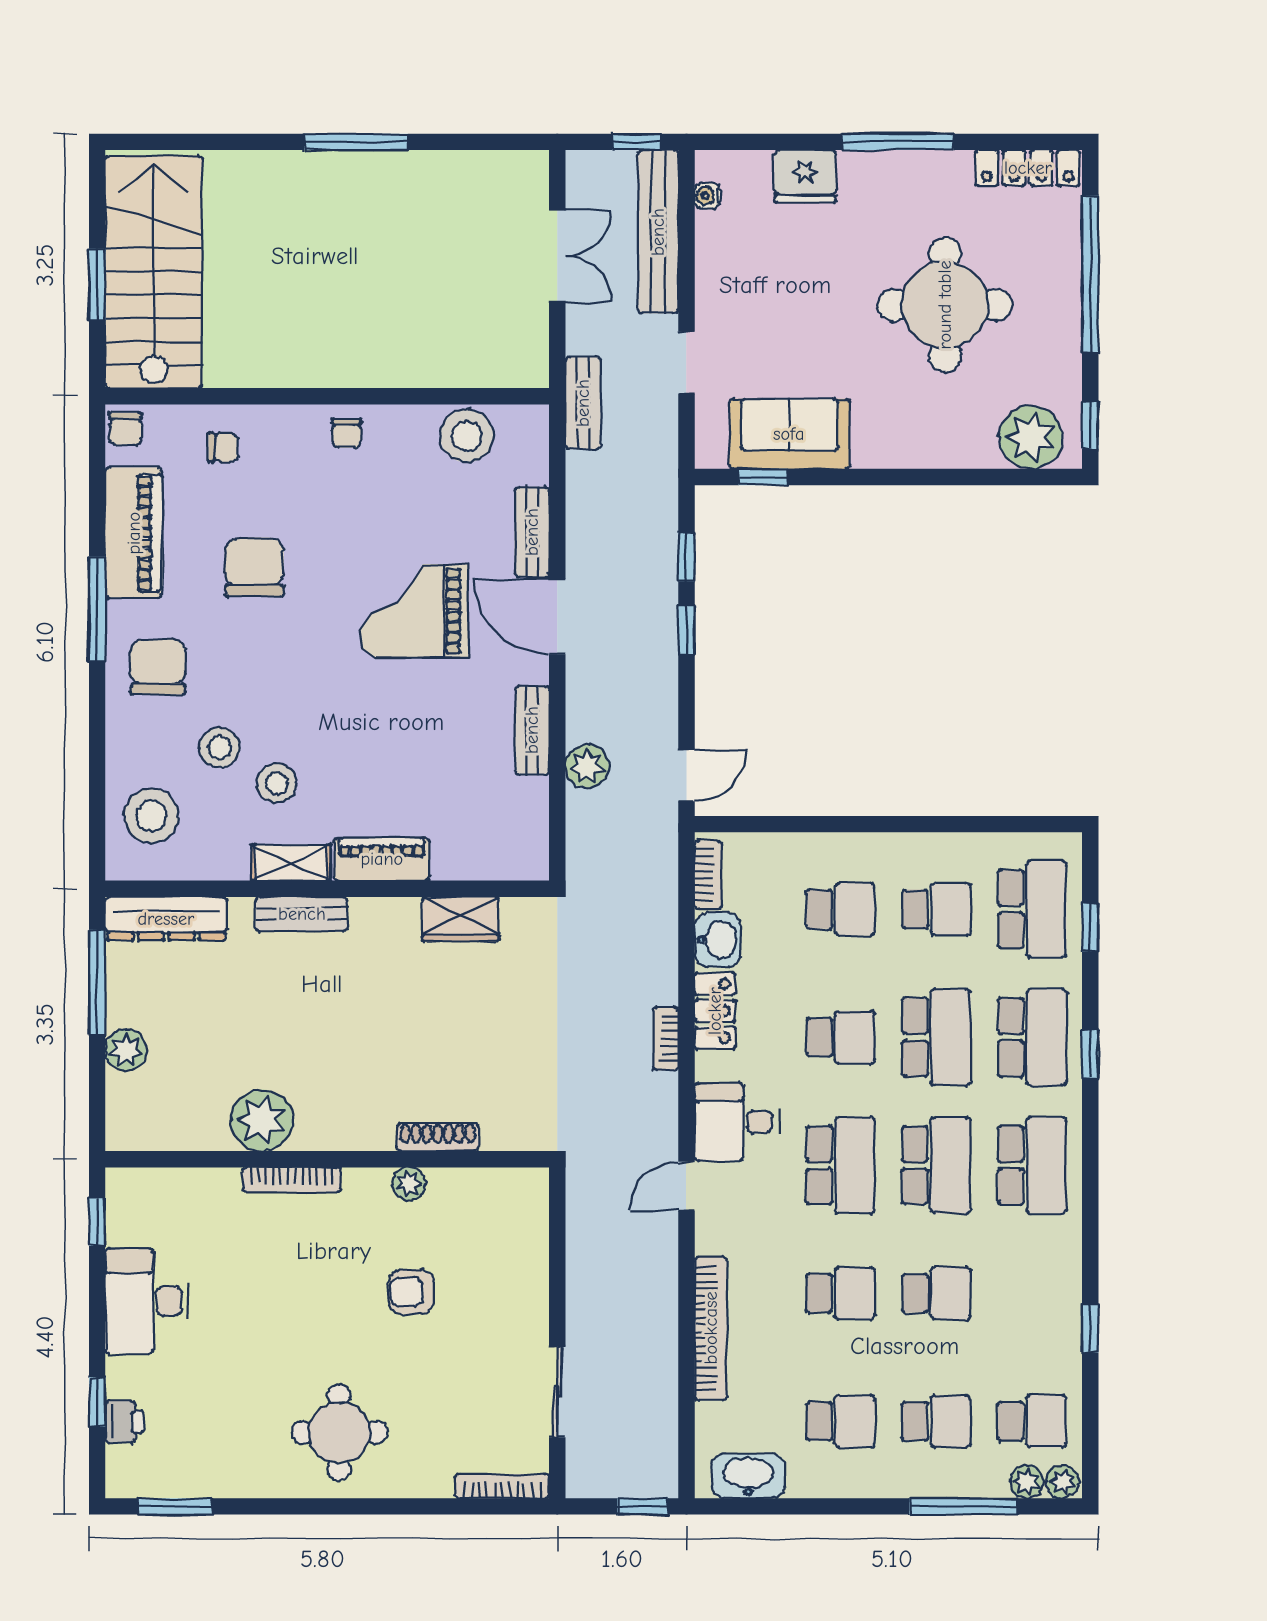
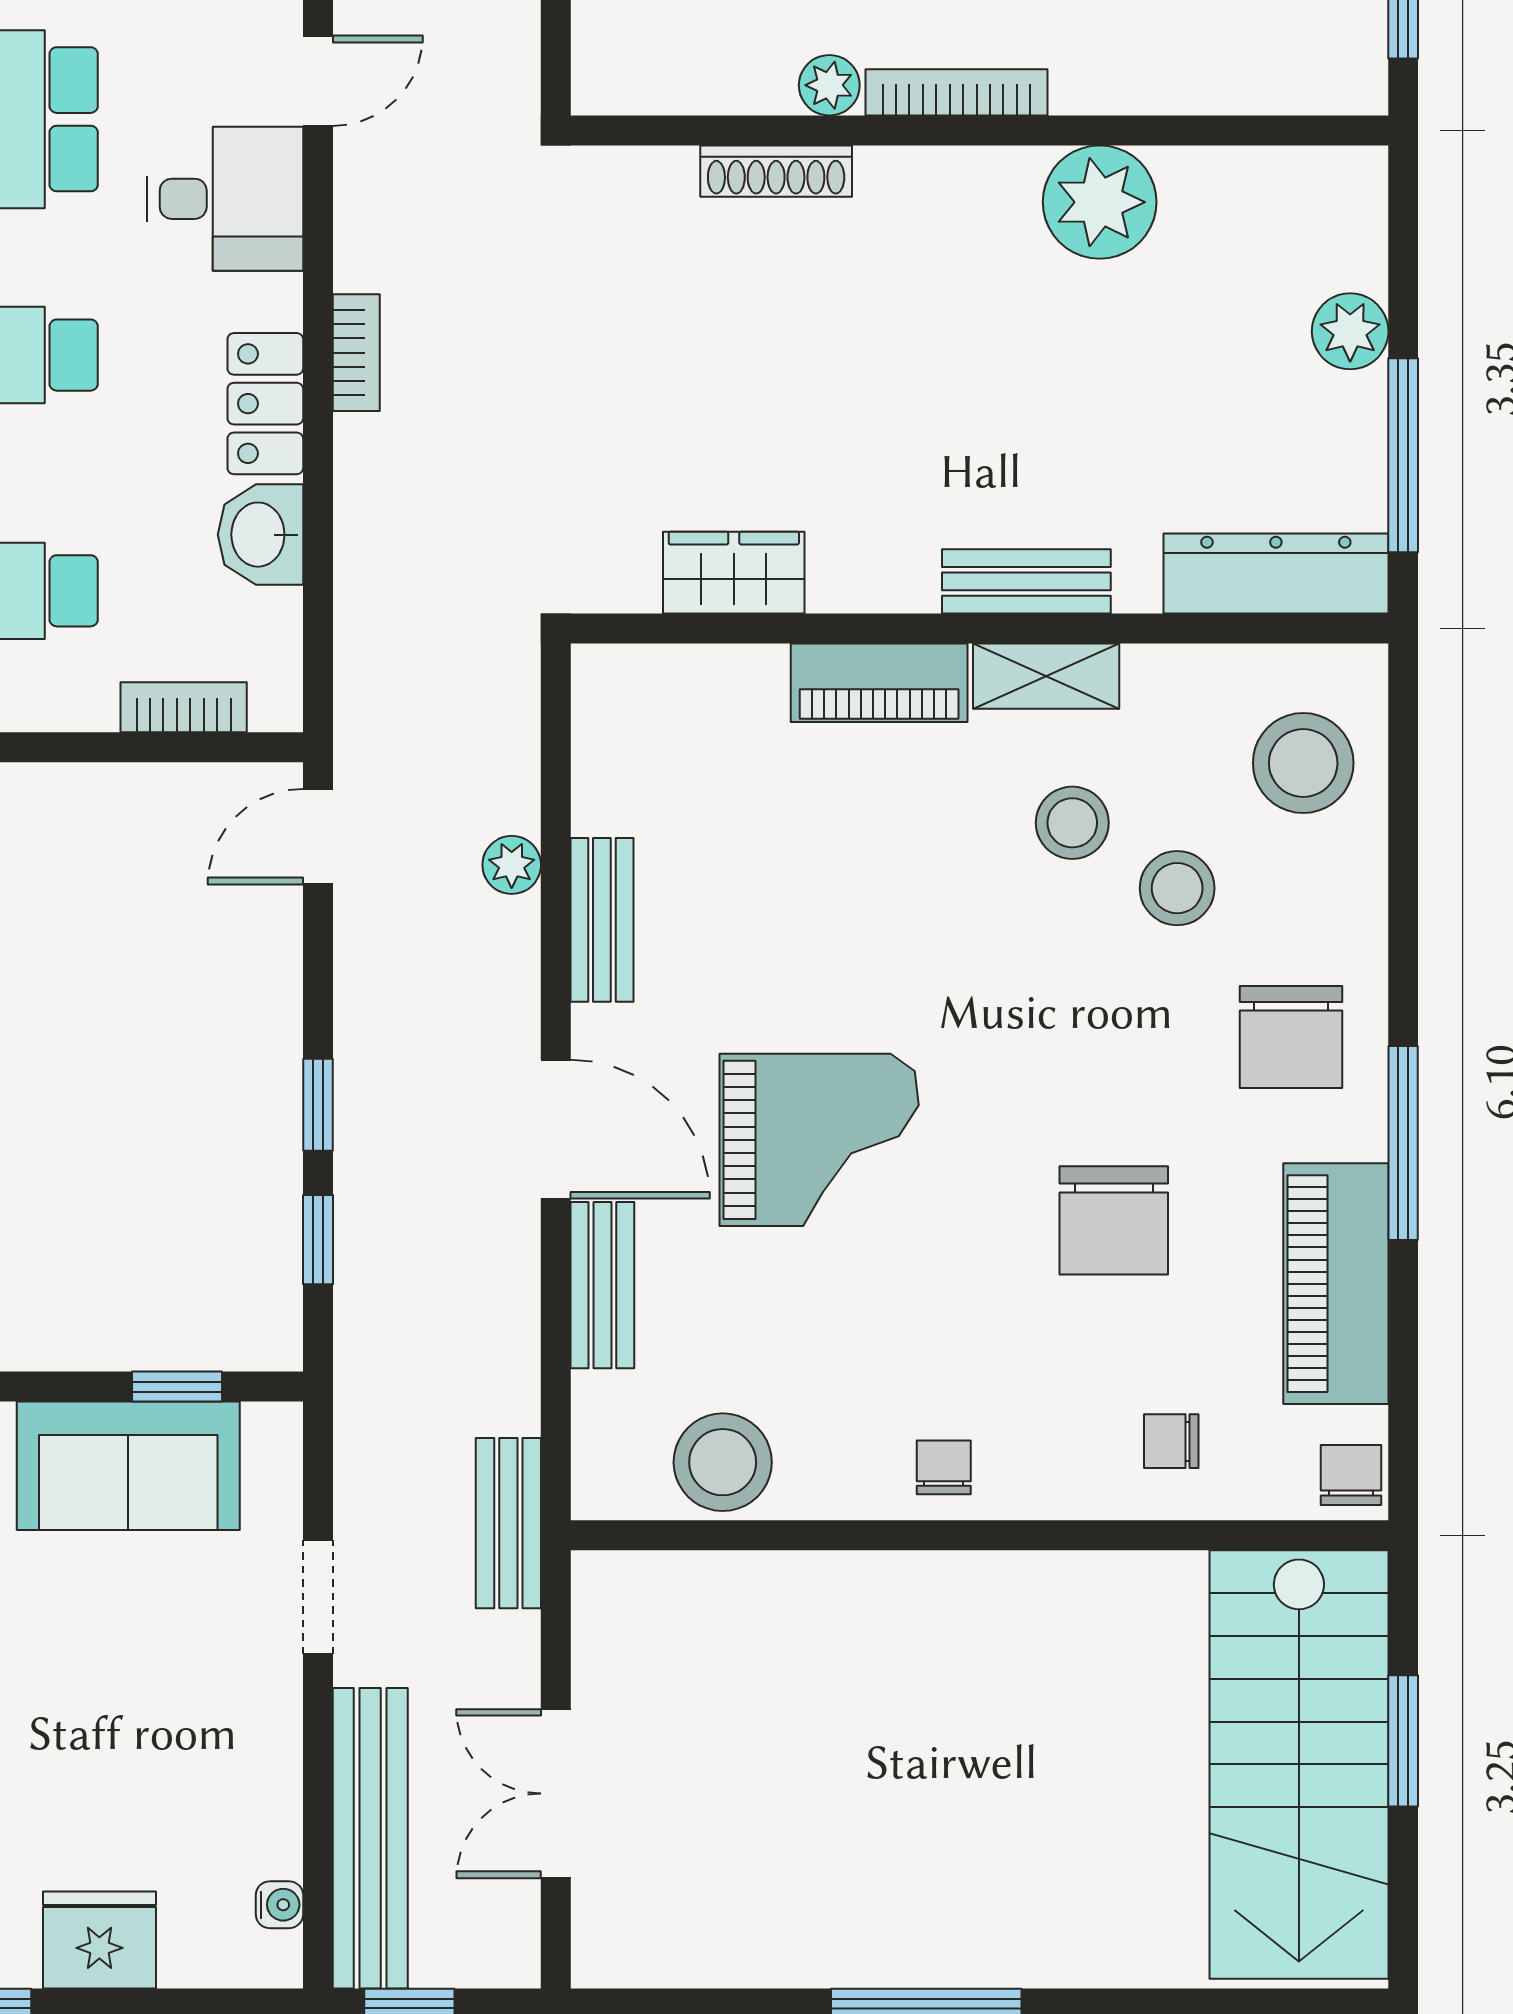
plant: (587, 766) -> (512, 865), width x0.73, depth x0.73
bookcase: (708, 875) -> (184, 707), moved, turned 90
bookcase: (292, 1180) -> (956, 92), moved

